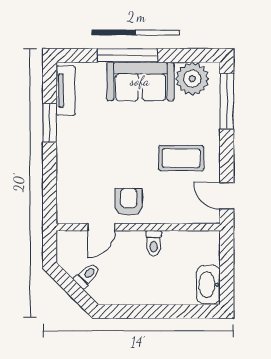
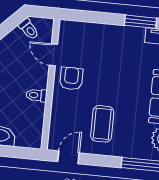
armchair: (129, 202) -> (71, 78), turned -90
toilet: (87, 275) -> (29, 29), moved

